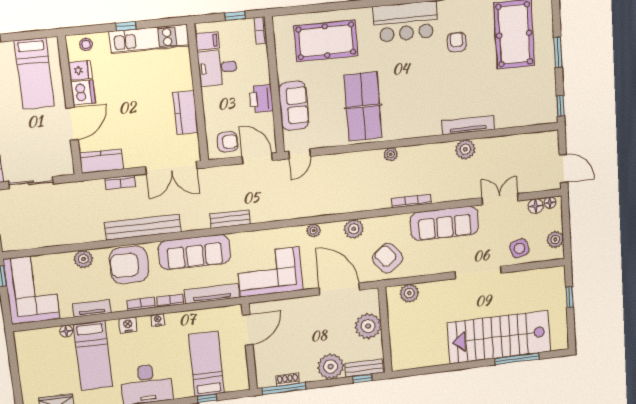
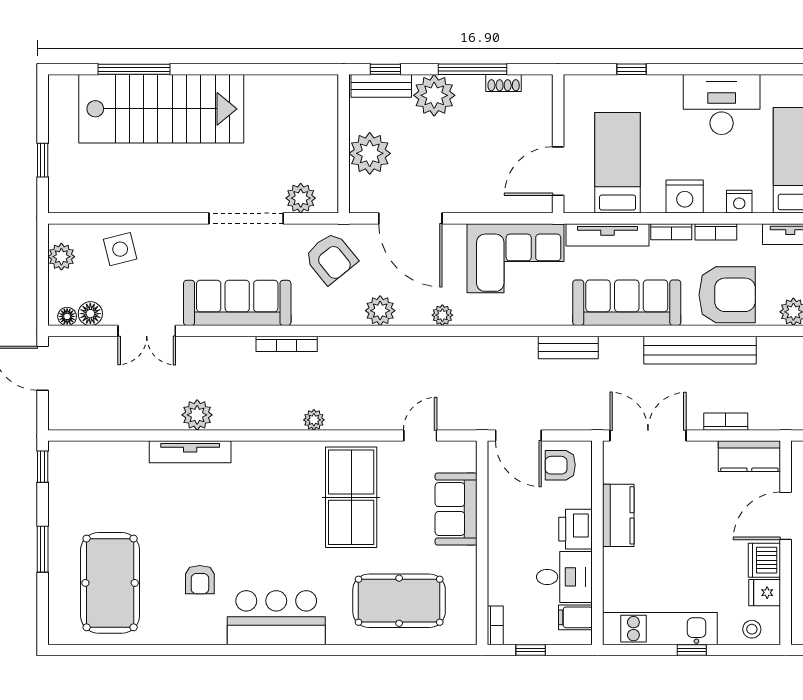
printer: (261, 99) -> (576, 529), moved, turned 180
door: (300, 154) -> (420, 435), moved
doorway: (478, 272) -> (246, 218), moved
nightstand: (158, 320) -> (685, 197), width x1.89, depth x1.79
bed: (206, 364) -> (618, 163), moved, turned 180
window: (284, 389) -> (473, 69), moved

